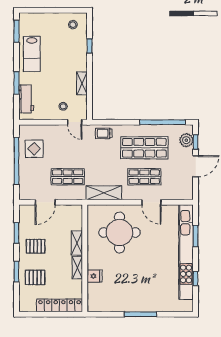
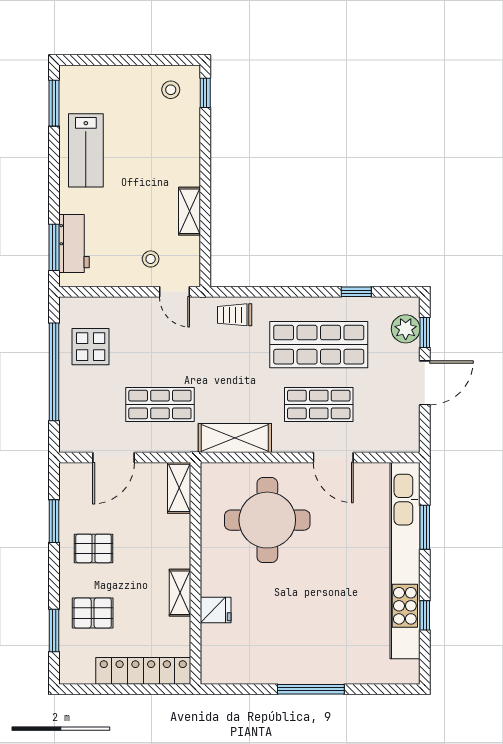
window: (90, 46) -> (205, 93), moved
window: (16, 83) -> (54, 247), moved
window: (162, 122) -> (356, 292), width x0.32
shelving: (77, 243) -> (179, 488), moved
window: (16, 271) -> (54, 630), moved

